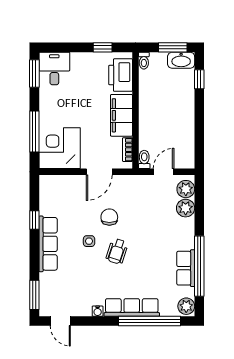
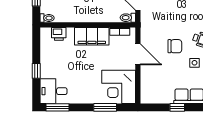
window: (103, 47) -> (36, 71), moved
printer: (121, 75) -> (59, 34), width x0.53, depth x0.68
window: (34, 132) -> (105, 107), width x0.69
chair: (109, 217) -> (175, 46), turned 180

